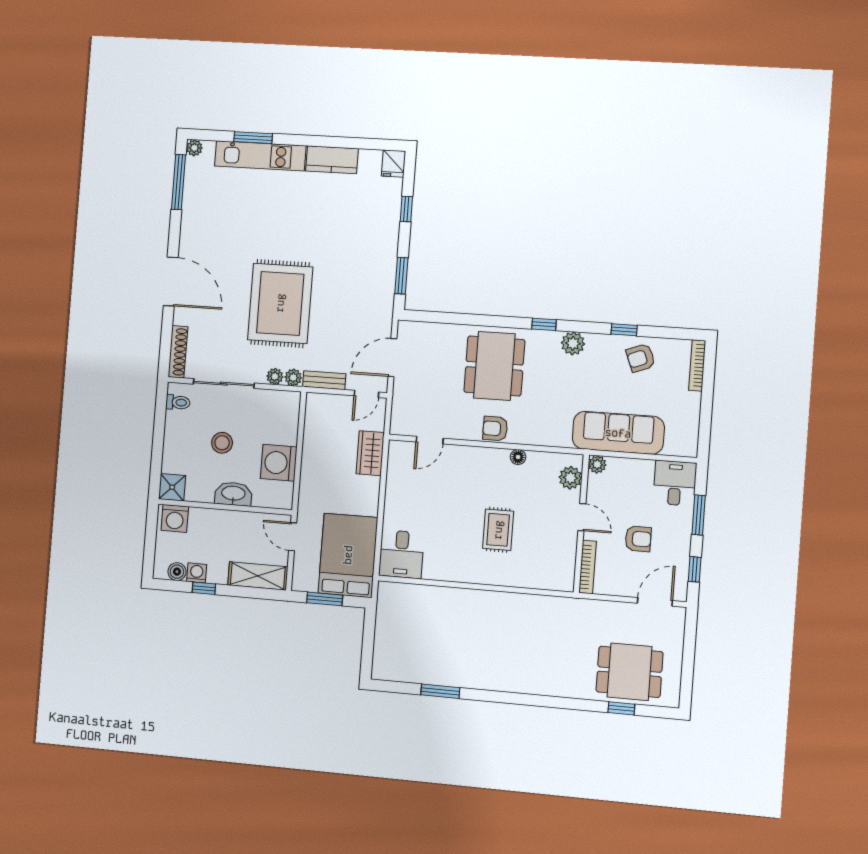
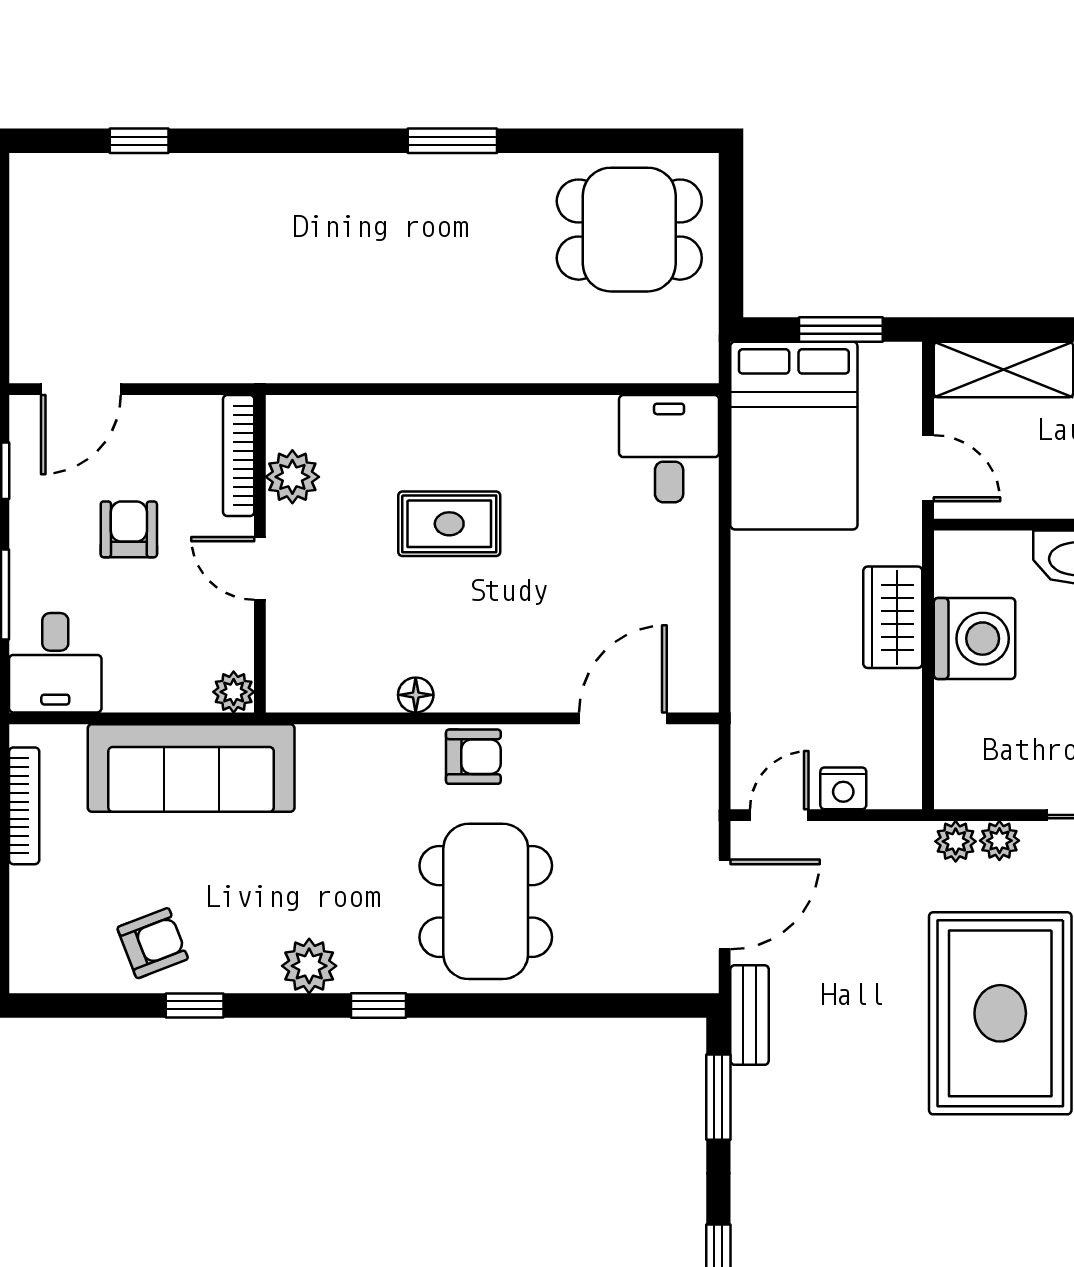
bookcase: (697, 365) -> (24, 806), moved
bench: (324, 380) -> (750, 1015), moved, turned 90
nightstand: (339, 403) -> (843, 788), added
door: (430, 440) -> (623, 718), width x1.38
wardrobe: (370, 453) -> (893, 617), moved, turned 180
plant: (570, 478) -> (292, 477), moved
rug: (498, 530) -> (449, 524), turned 90
armchair: (638, 539) -> (129, 529), turned 90
dining table: (630, 672) -> (629, 230), moved
window: (440, 691) -> (452, 141), moved

